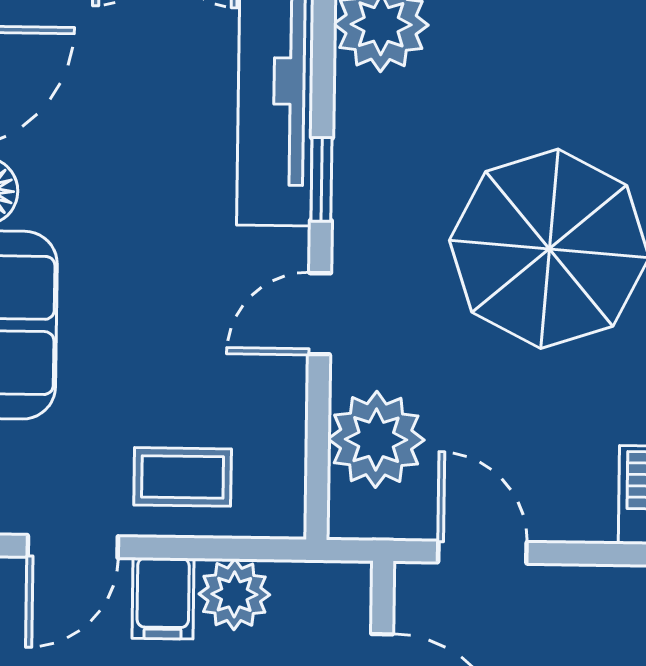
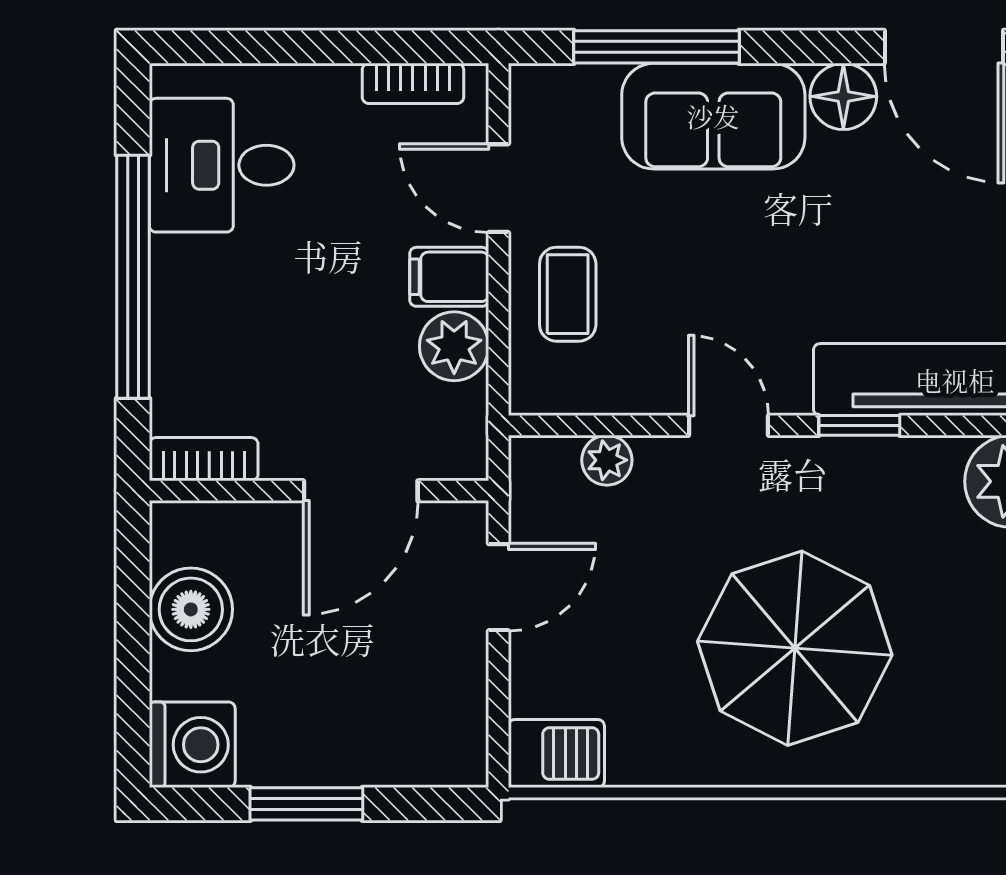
plant: (376, 439) -> (607, 460), width x0.53, depth x0.53

